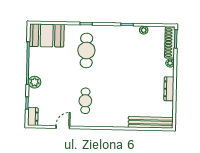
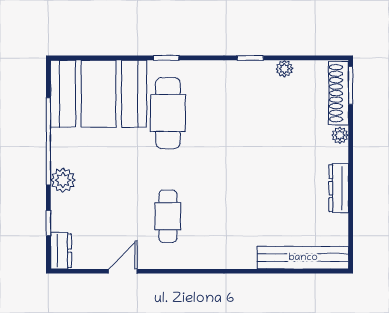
booth: (47, 35) -> (99, 94), width x1.36, depth x1.42

